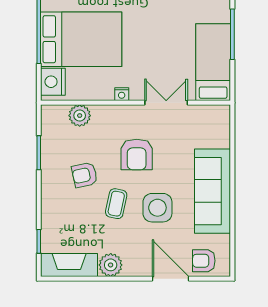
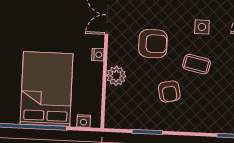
nightstand: (53, 82) -> (84, 121), width x0.53, depth x0.56
plant: (80, 116) -> (116, 76), moved
side table: (157, 208) -> (202, 27), width x0.54, depth x0.54

